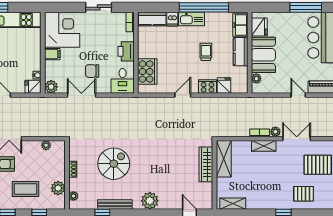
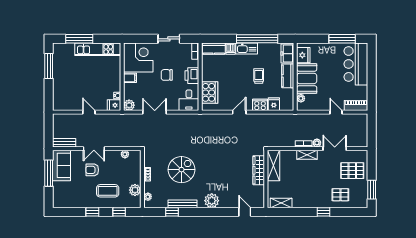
chair: (92, 71) -> (167, 75), moved

